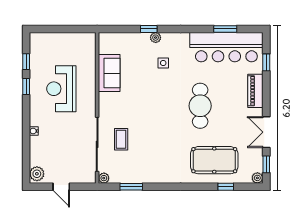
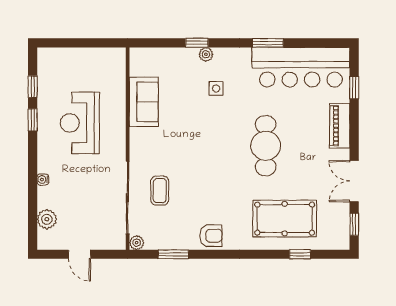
window: (225, 29) -> (268, 43), moved
armchair: (159, 173) -> (211, 236), added
plant: (37, 174) -> (47, 219), moved
plant: (257, 178) -> (342, 242), removed

